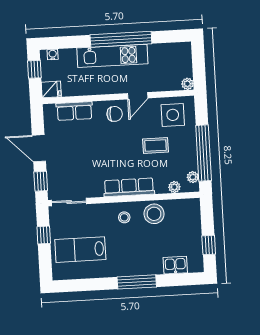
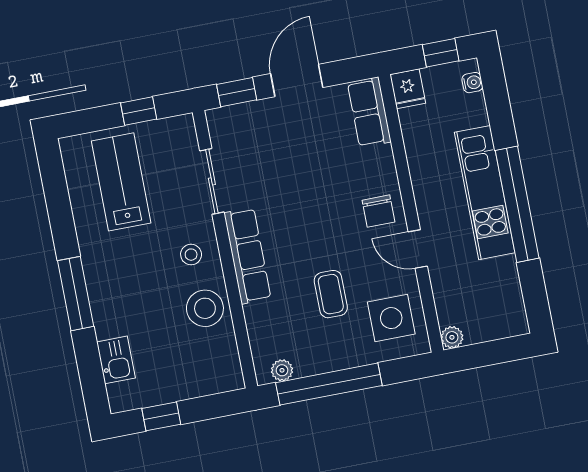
row of seats: (74, 111) -> (369, 112), moved
plant: (174, 187) -> (259, 339), removed
sliding door: (69, 202) -> (212, 181), moved

